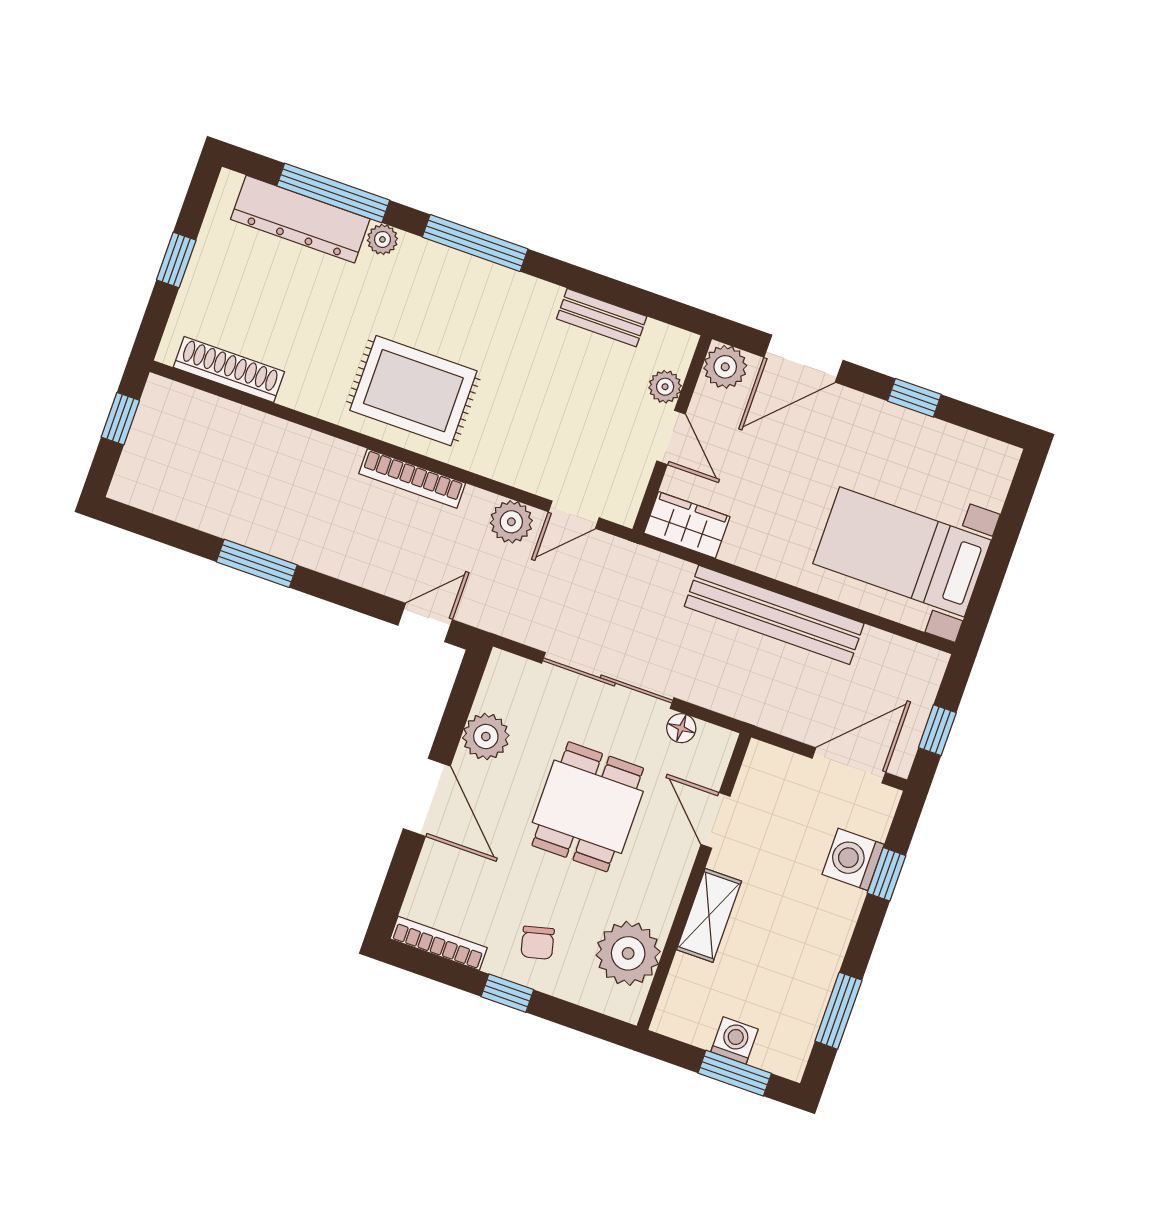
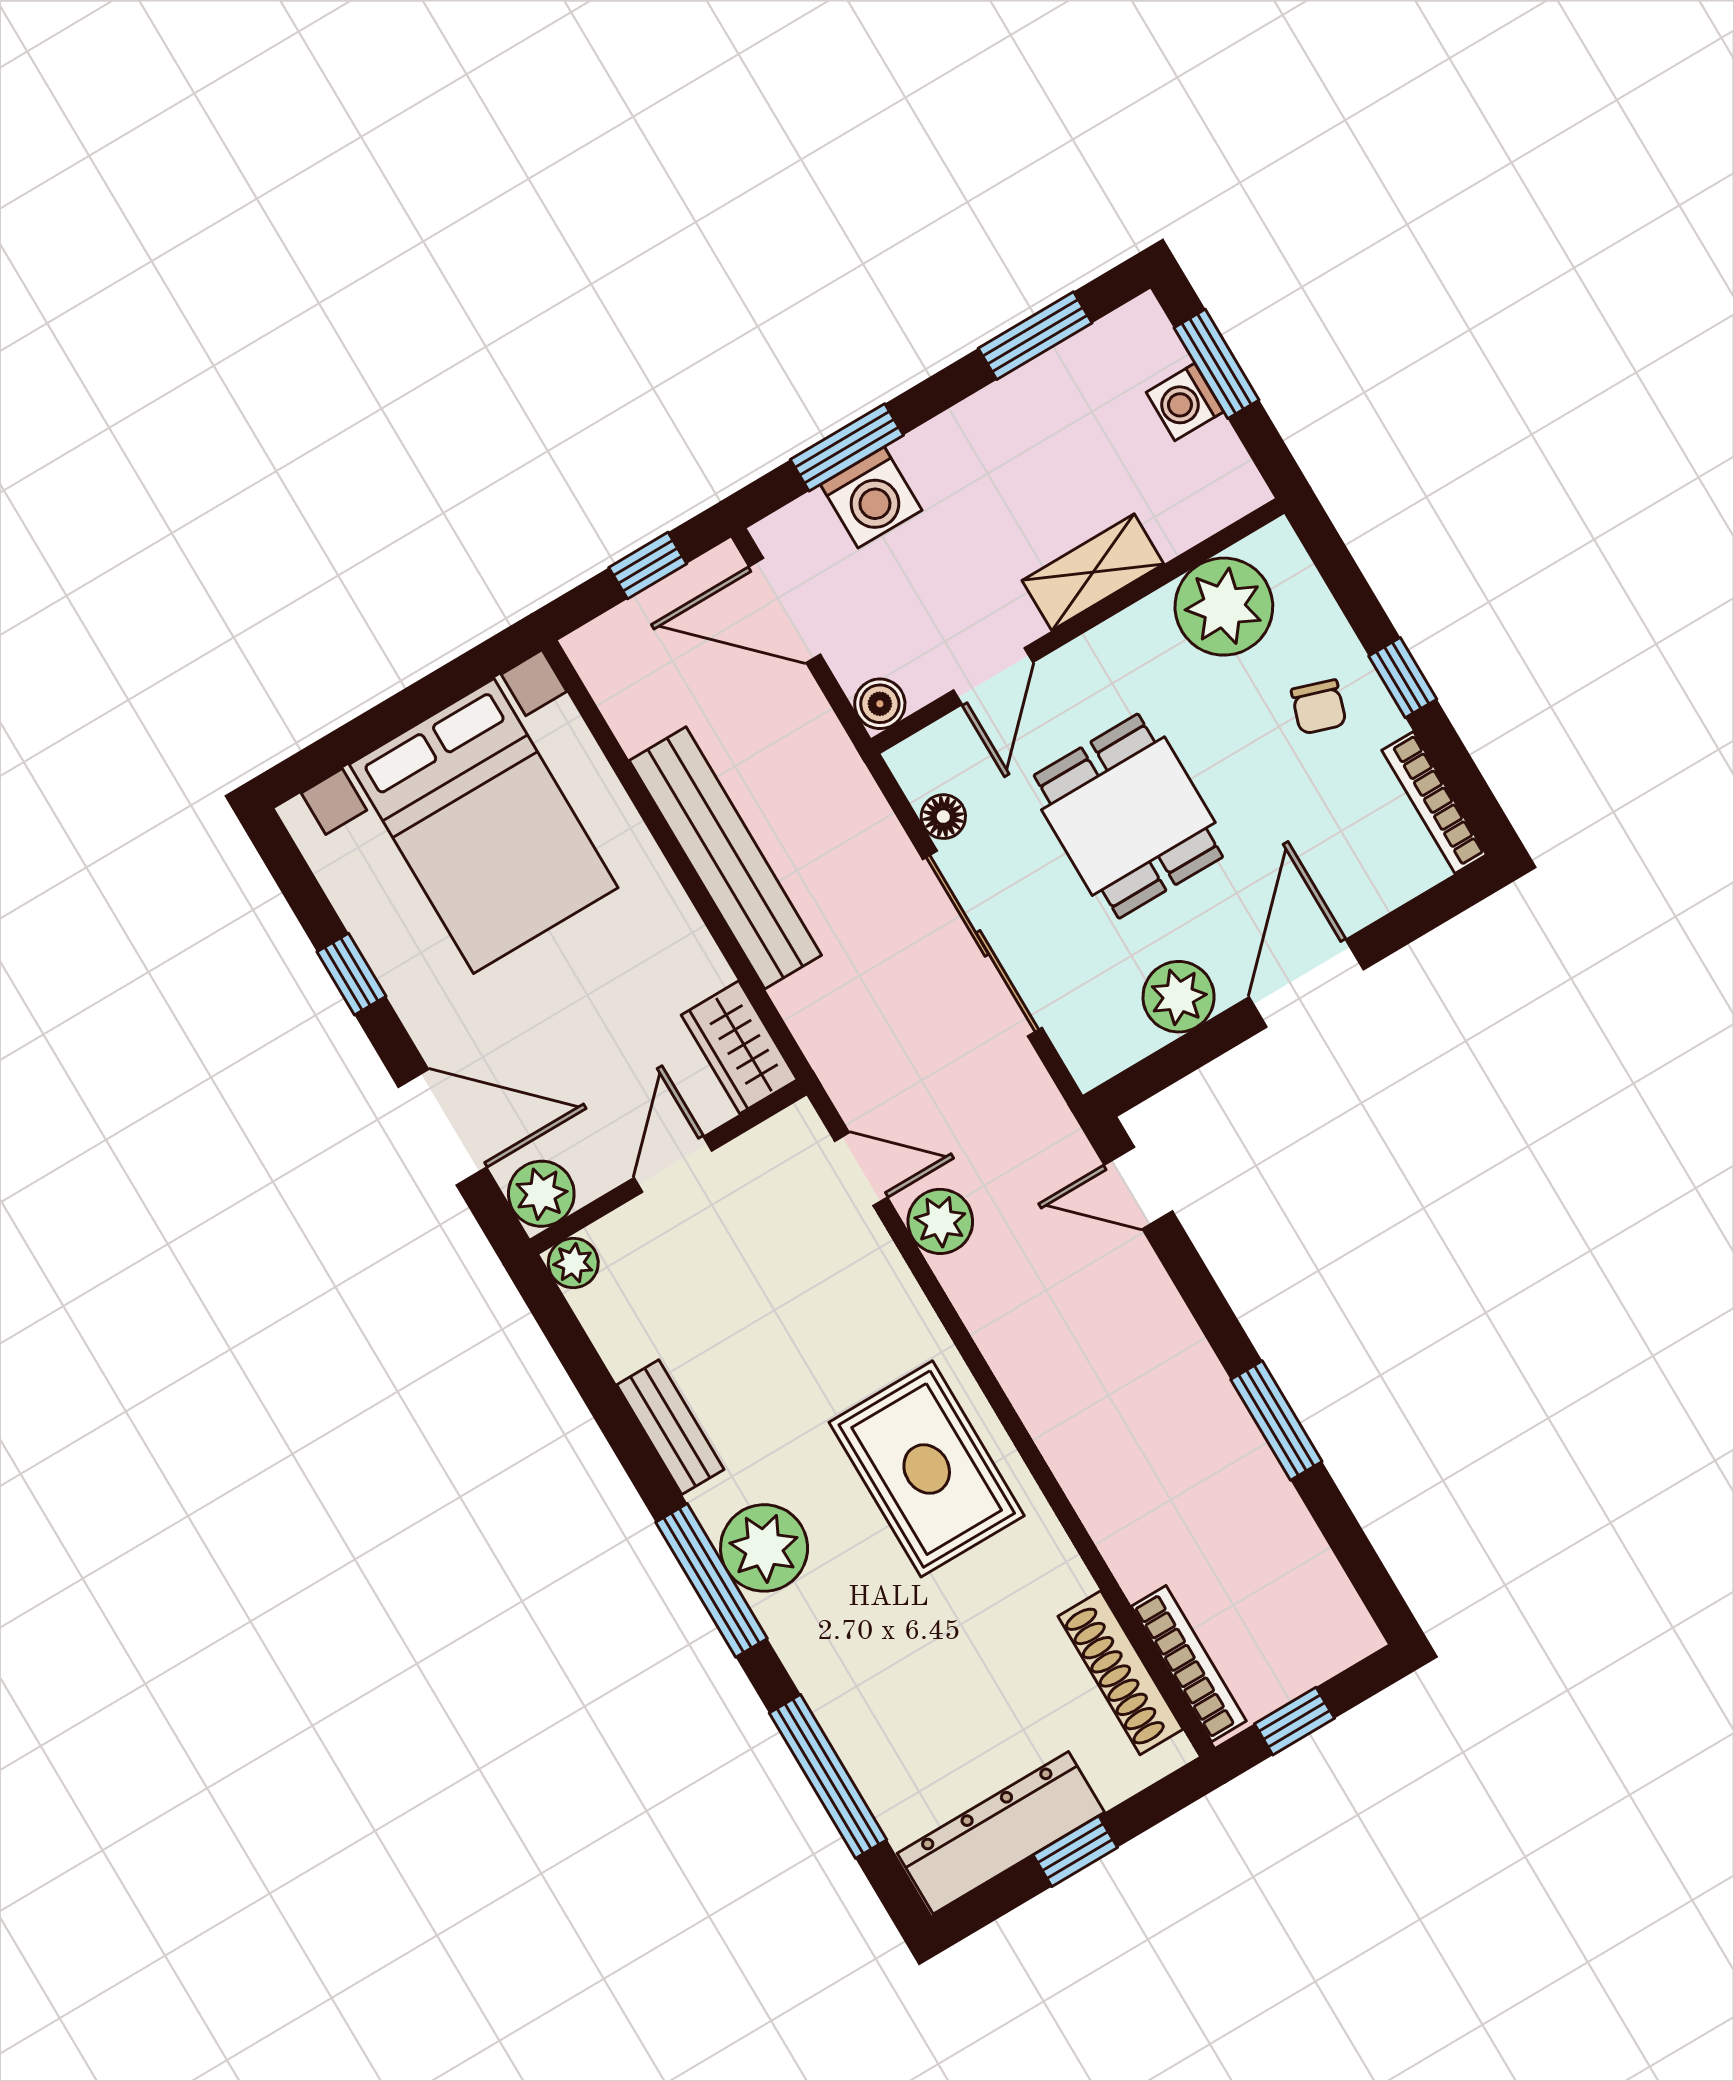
dresser: (300, 219) -> (1001, 1833), moved, turned -90
plant: (382, 239) -> (764, 1548), moved, width x1.87, depth x1.87
bench: (602, 318) -> (670, 1427), moved
plant: (665, 387) -> (573, 1263), moved
bookcase: (412, 478) -> (1189, 1664), moved
bed with nightstands: (902, 552) -> (484, 826), width x1.36
boiler: (761, 758) -> (880, 704), added
dining table: (588, 807) -> (1128, 816), turned 90
window: (886, 874) -> (847, 447), width x1.50
chair: (538, 943) -> (1319, 707), turned 122

